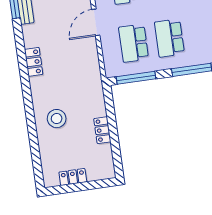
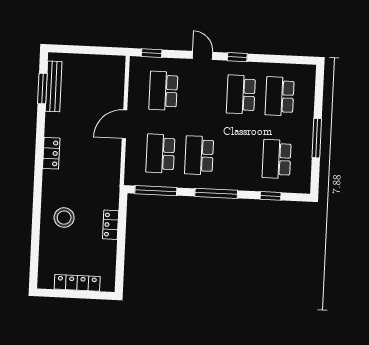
locker: (102, 130) -> (111, 225), moved
locker: (73, 177) -> (77, 283), width x1.53

